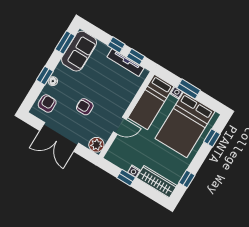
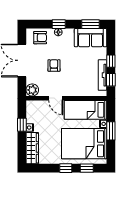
window: (187, 179) -> (66, 168), moved

